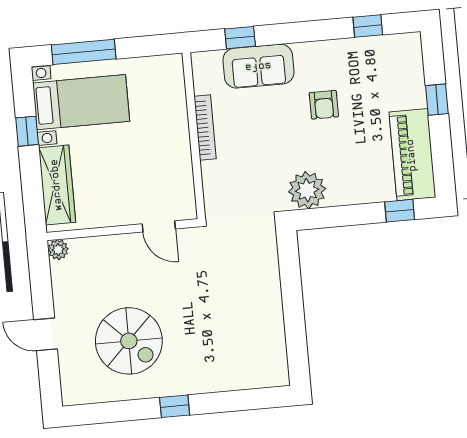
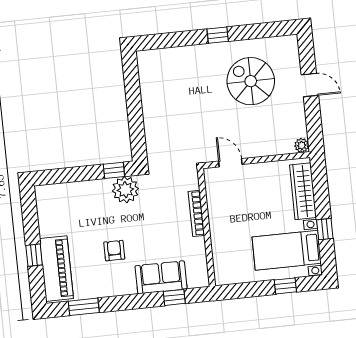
window: (368, 26) -> (84, 307), width x1.50
window: (84, 52) -> (285, 286), width x0.46
bookcase: (205, 128) -> (196, 213), moved
piano: (412, 155) -> (56, 269), moved
window: (400, 211) -> (114, 170), moved

